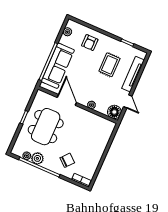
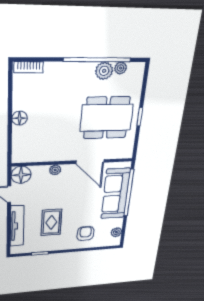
dining table: (46, 127) -> (107, 118), turned 90
floor lamp: (99, 151) -> (20, 118), added
chair: (67, 160) -> (60, 87), removed

